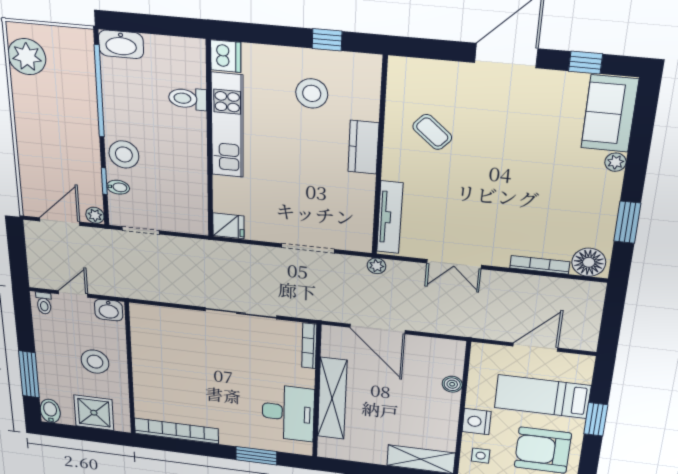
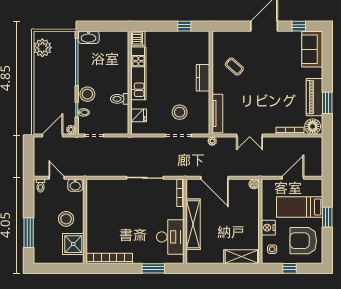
stool: (312, 93) -> (180, 112), moved
toilet: (188, 99) -> (120, 99), moved
plant: (615, 162) -> (318, 73), removed
piano: (601, 208) -> (314, 97), added
fridge: (228, 226) -> (139, 115), moved
door: (73, 294) -> (57, 178), hinge flipped
boiler: (452, 384) -> (254, 184), moved
bidet: (50, 411) -> (39, 256), removed
shower: (94, 413) -> (73, 244), moved

